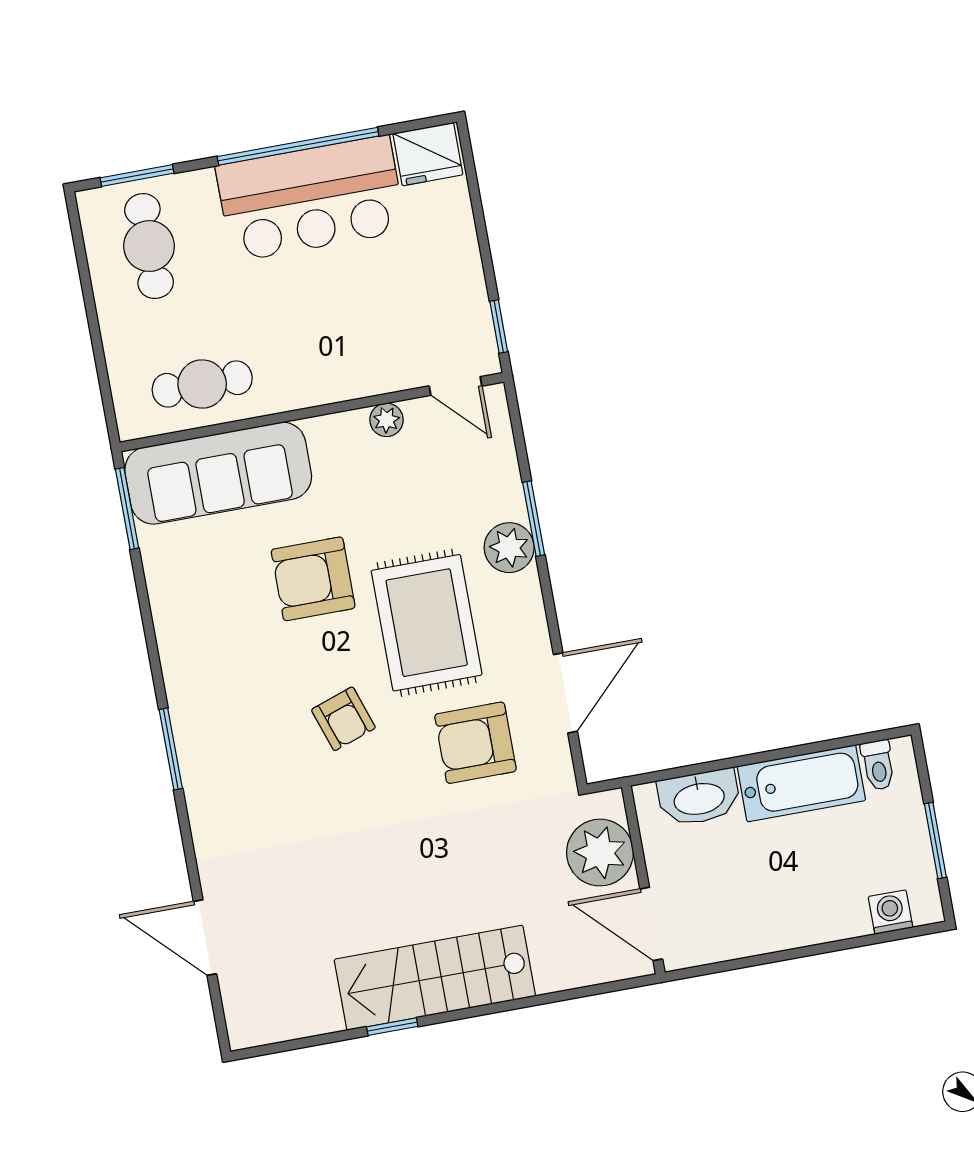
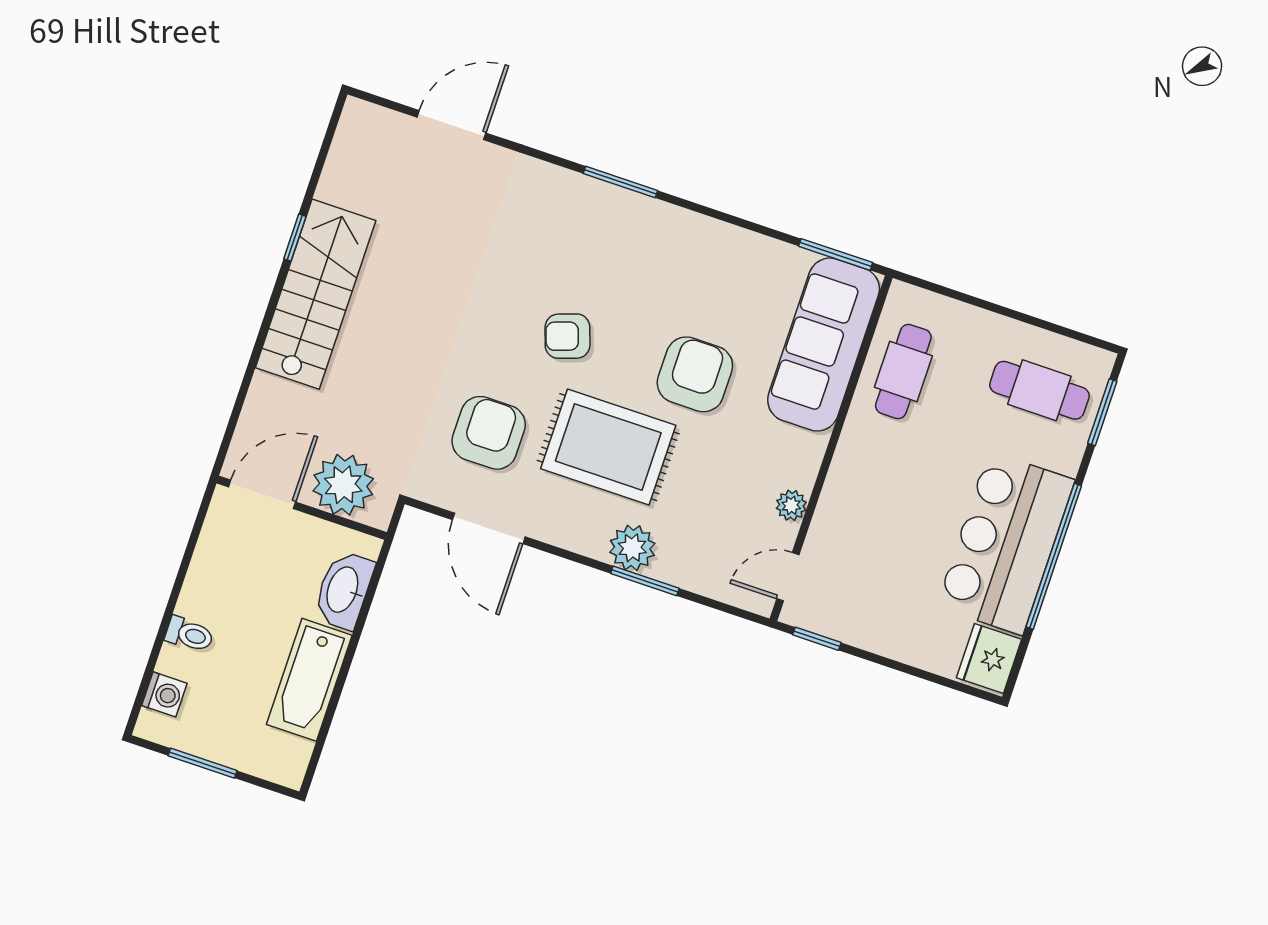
toilet: (878, 765) -> (189, 634), moved, turned 180

